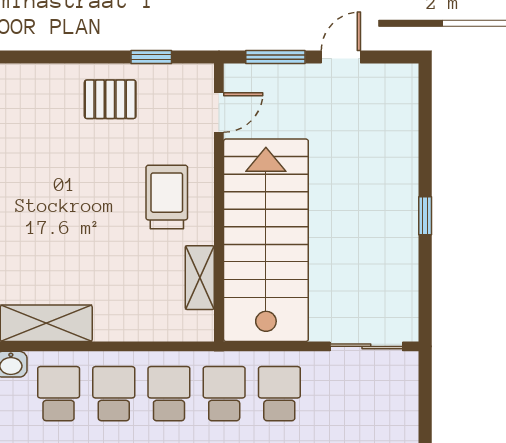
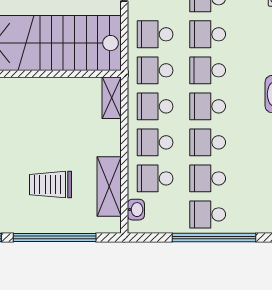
trolley: (167, 197) -> (50, 185), moved
shelving: (200, 278) -> (112, 98), moved, turned 90

